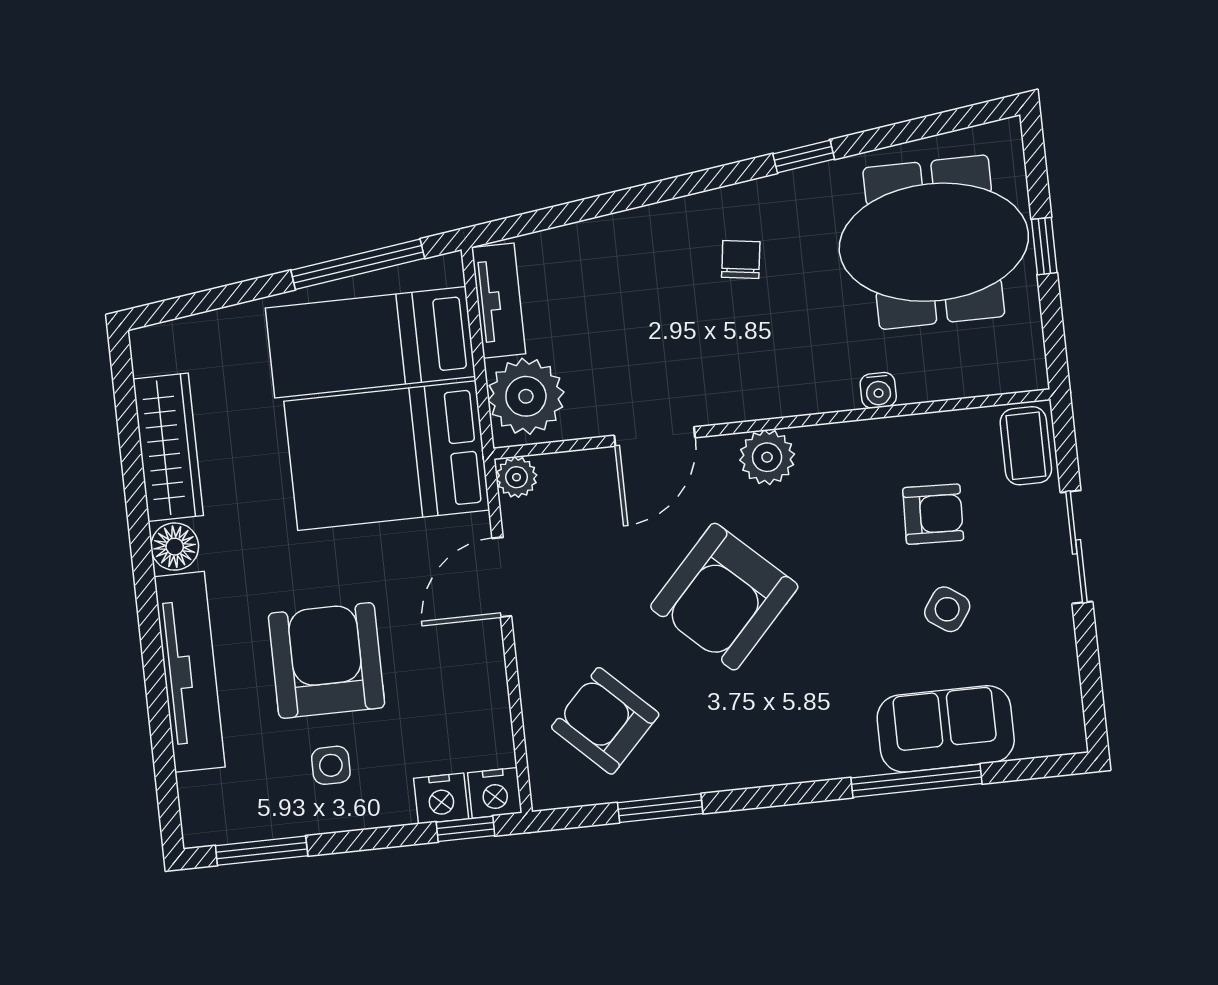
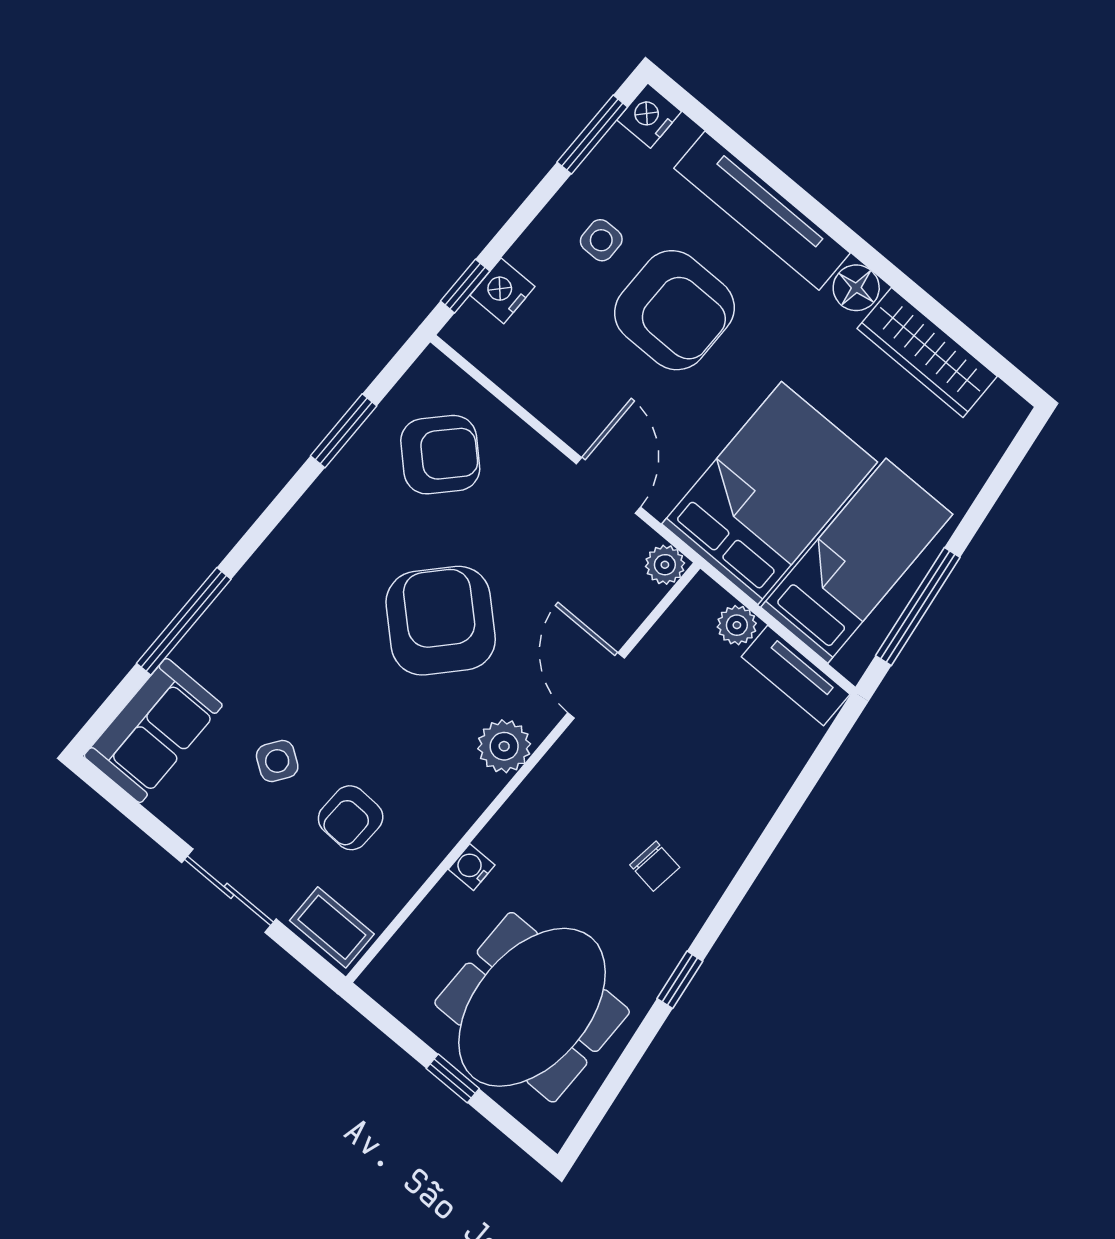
plant: (526, 396) -> (737, 625), width x0.53, depth x0.53
sofa: (946, 729) -> (153, 731), moved
nightstand: (495, 793) -> (649, 116), moved

